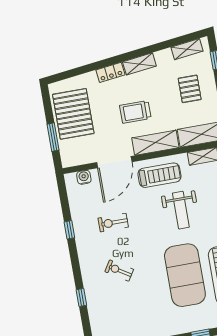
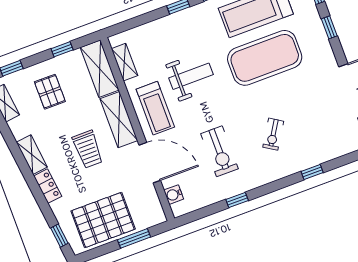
window: (67, 75) -> (59, 236), added
pallet: (190, 89) -> (50, 92), turned 90
treadmill: (159, 175) -> (155, 108), turned 180
exercise bike: (113, 223) -> (219, 151), width x1.38, depth x1.39

